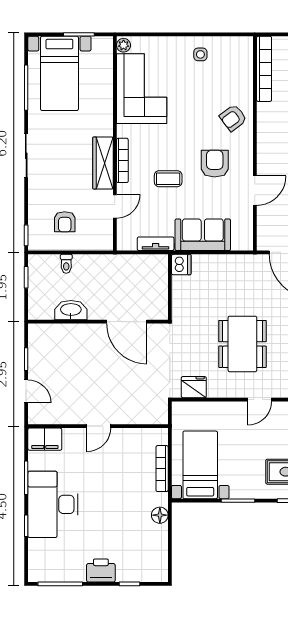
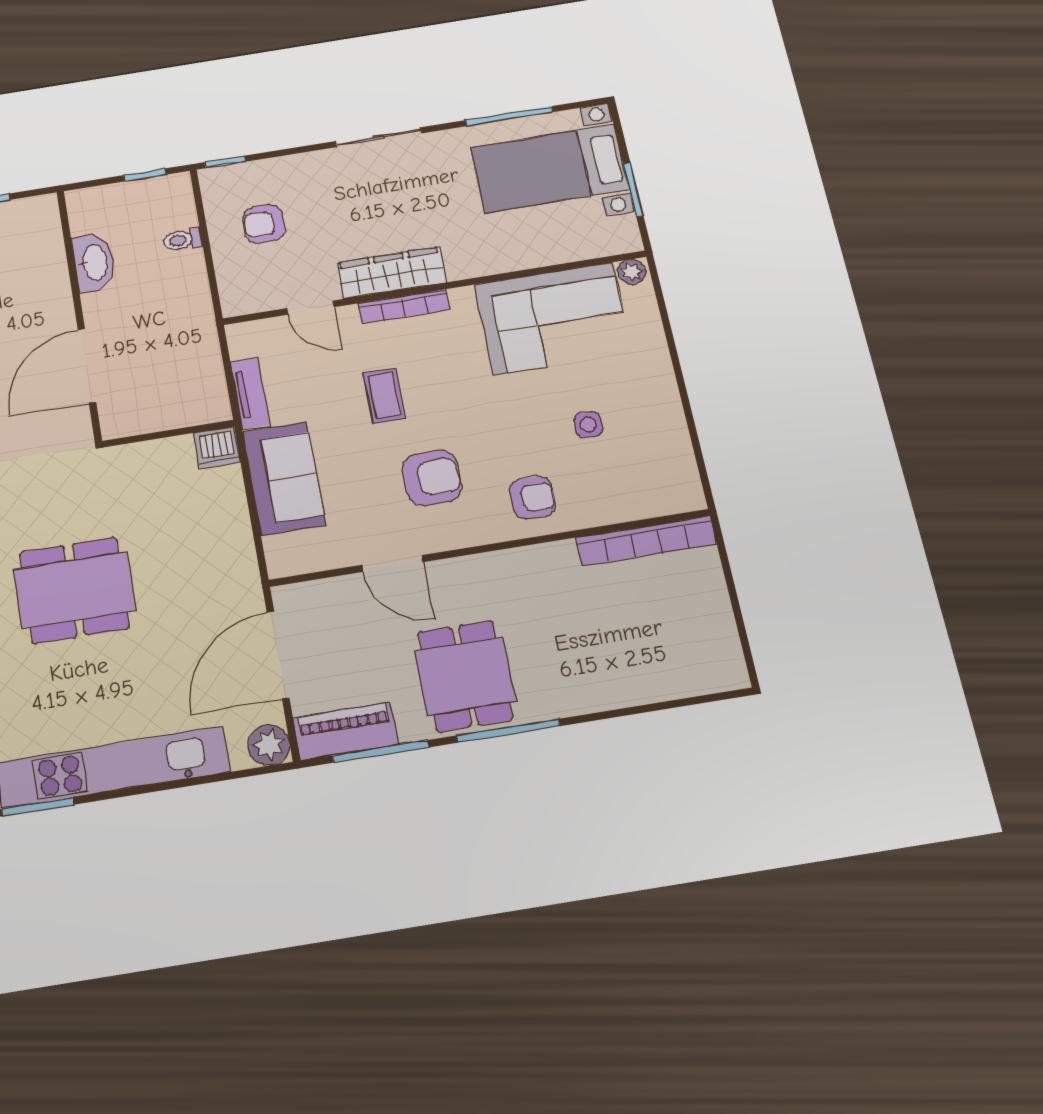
side table: (200, 54) -> (588, 424), moved
armchair: (233, 118) -> (533, 498), turned 127

